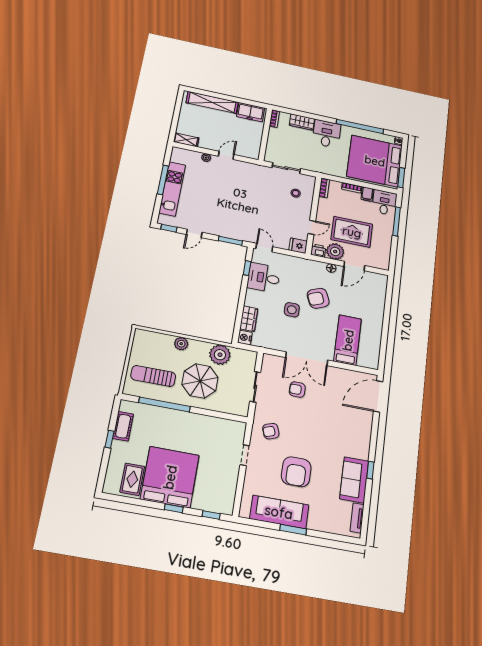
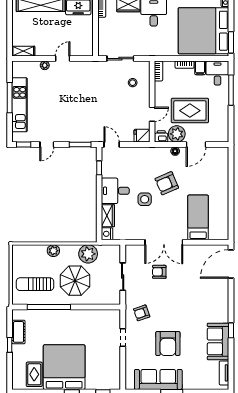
desk: (264, 278) -> (115, 191), moved

